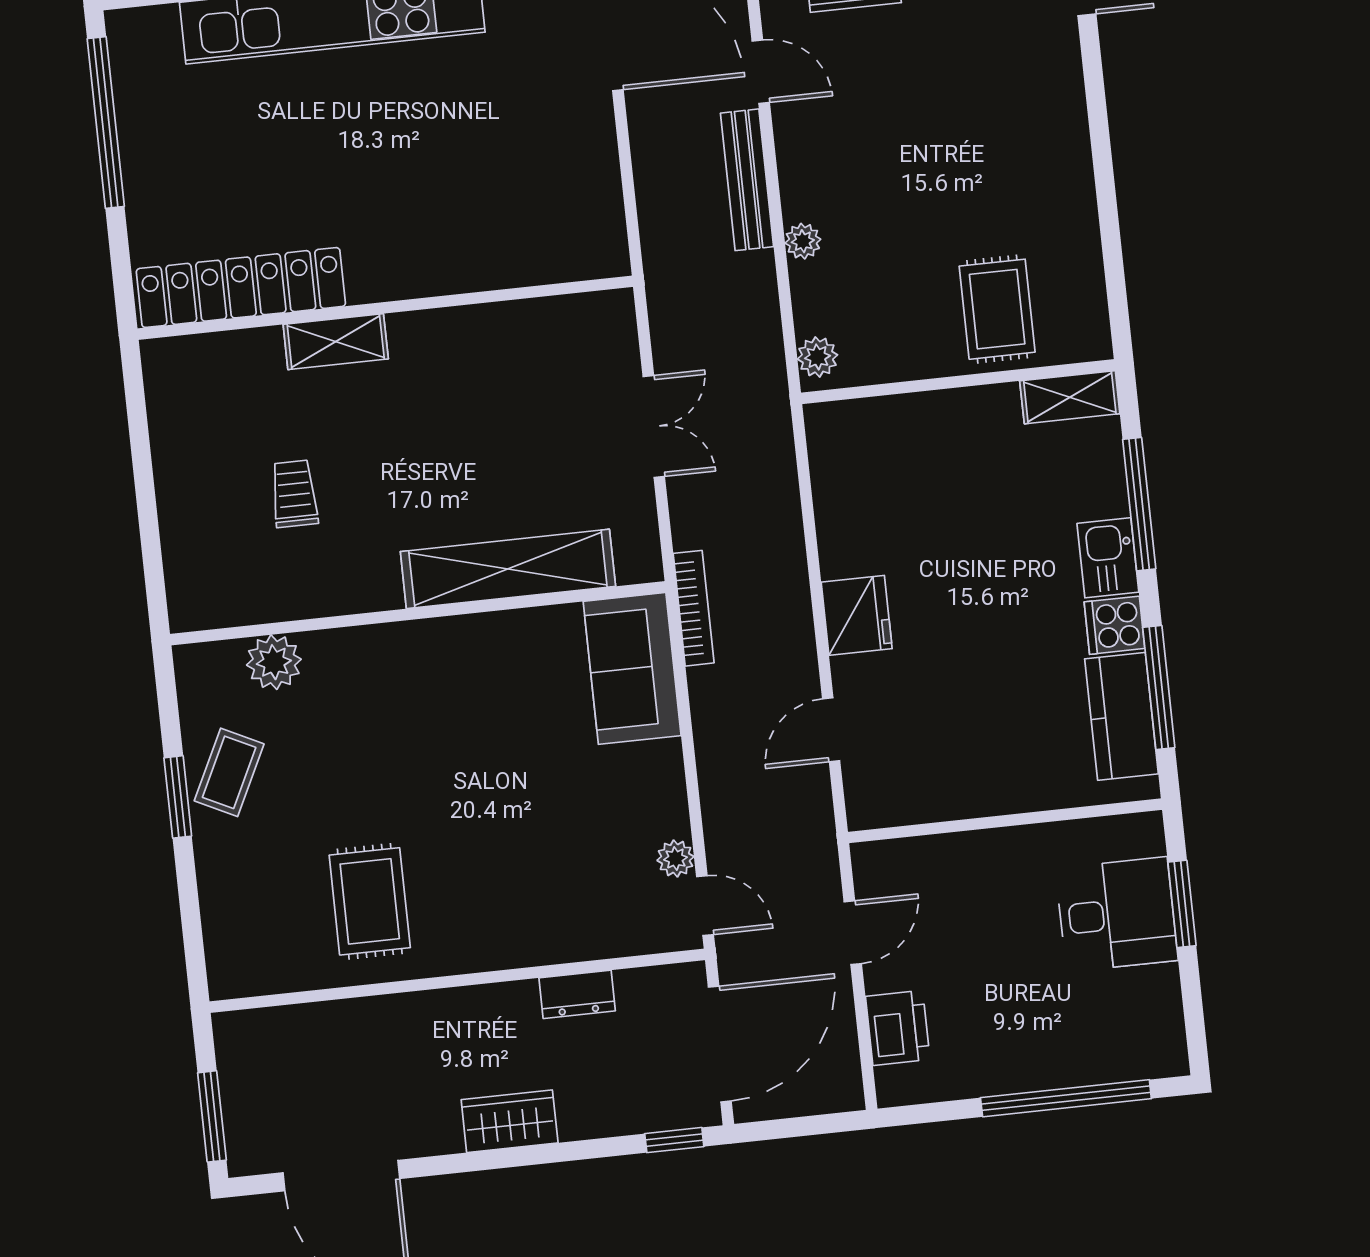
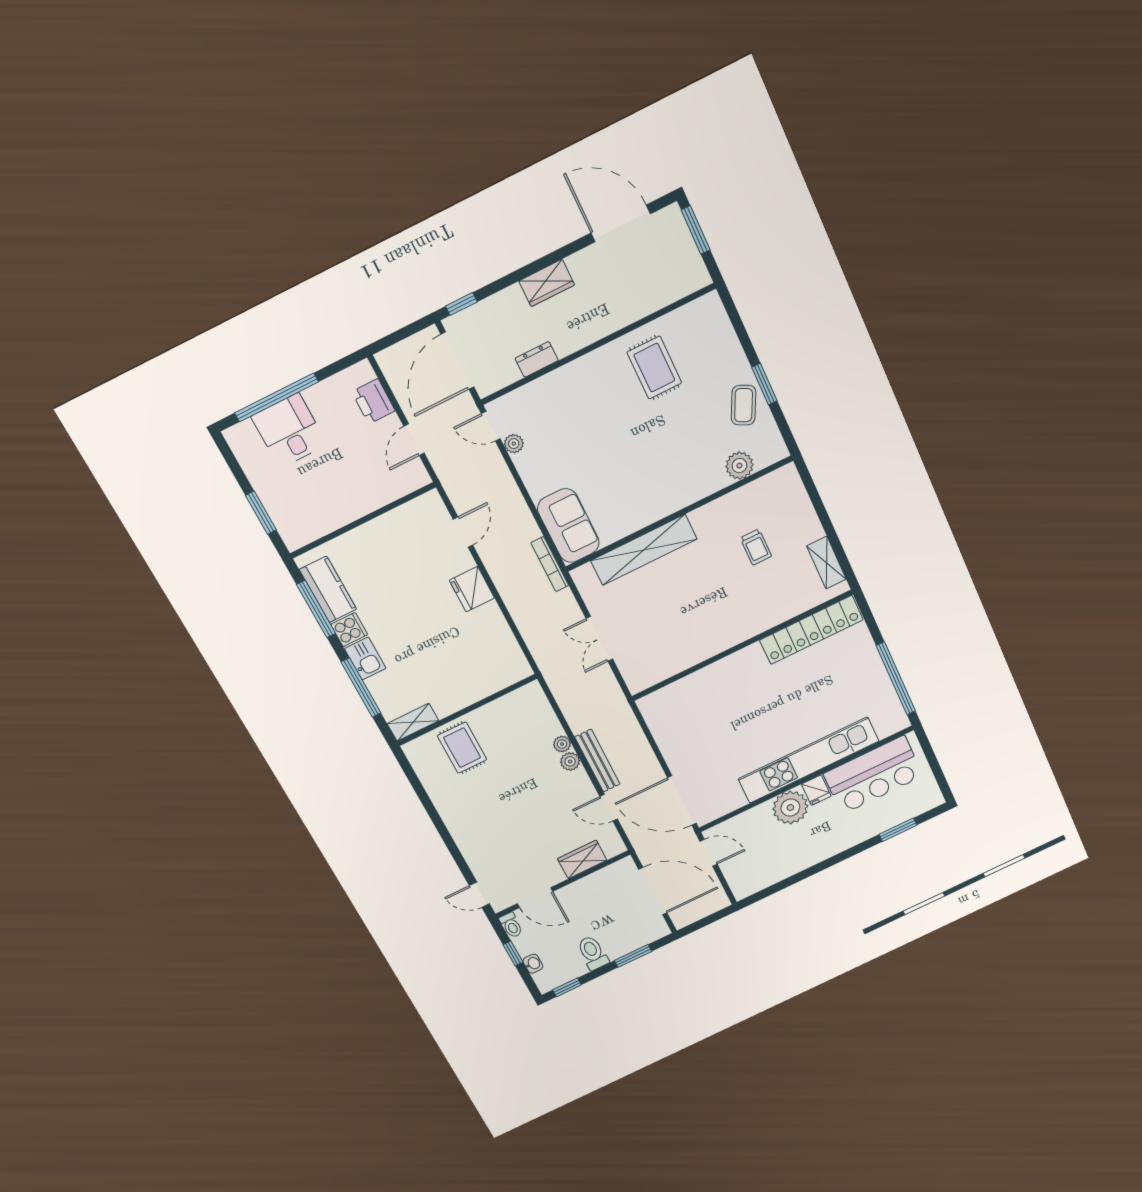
shelving: (336, 342) -> (826, 563), moved, turned 90
plant: (817, 357) -> (570, 761), moved
desk: (1117, 914) -> (289, 431), moved, turned 90

